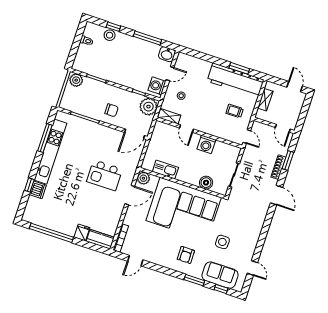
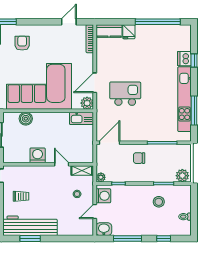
stool: (110, 35) -> (159, 202), moved
plant: (148, 107) -> (101, 177), width x0.53, depth x0.53
kitchen sink: (165, 169) -> (81, 118), moved

